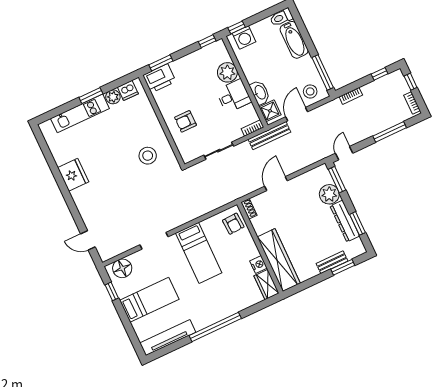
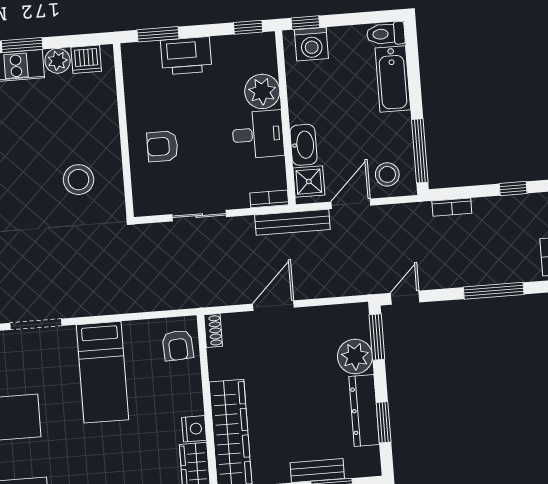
printer: (159, 78) -> (186, 56), moved

